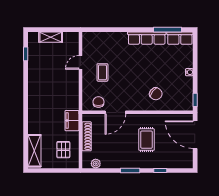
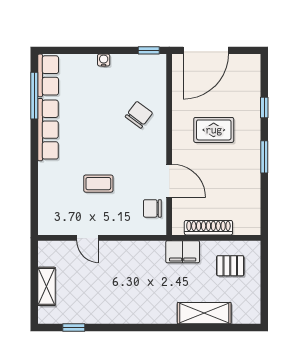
coffee table: (102, 72) -> (98, 184), moved
shelving: (34, 151) -> (204, 313), moved
plant: (96, 164) -> (253, 213), removed

